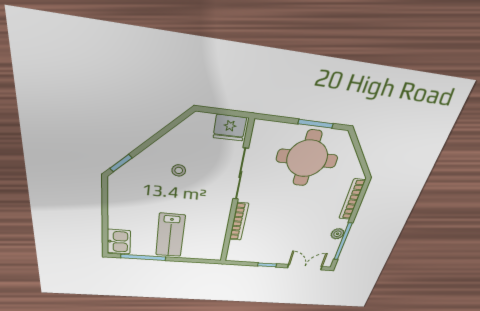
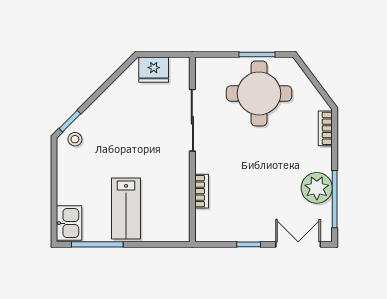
fridge: (230, 128) -> (154, 70), moved
stool: (179, 170) -> (75, 139), moved
bookcase: (352, 199) -> (325, 128), width x0.64
bookcase: (239, 222) -> (202, 191), width x0.64
plant: (337, 234) -> (317, 188), width x1.88, depth x1.88

